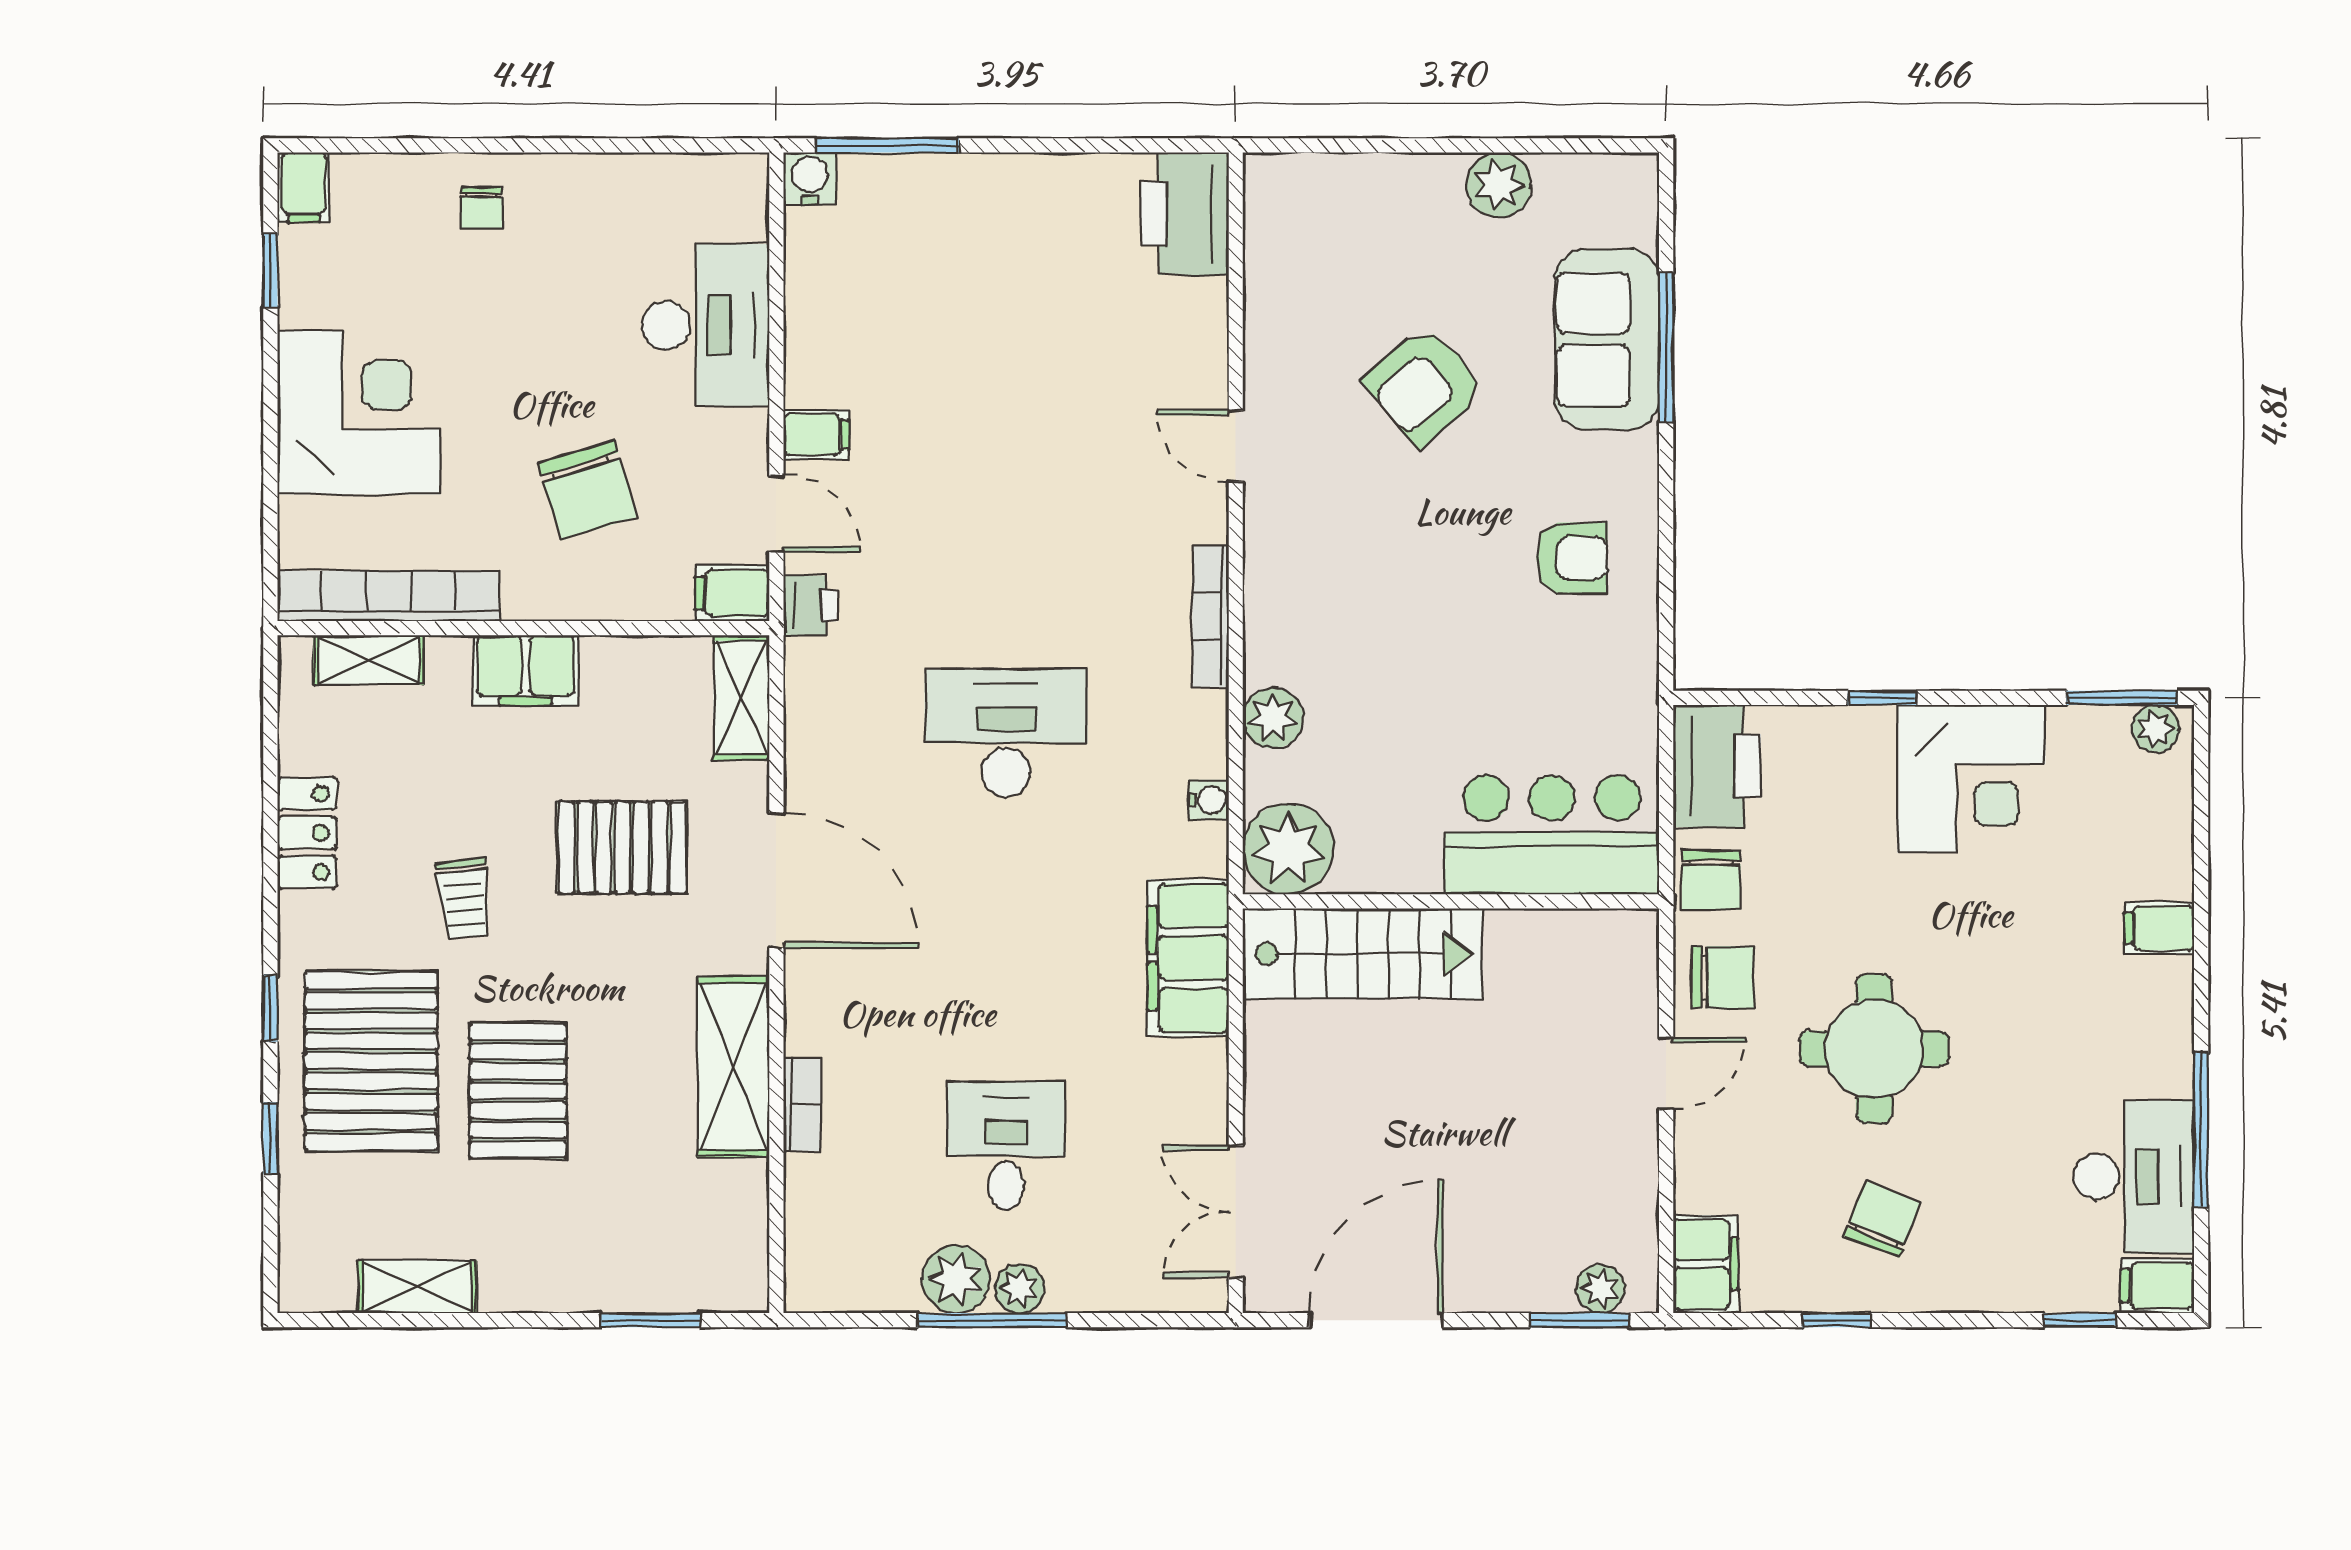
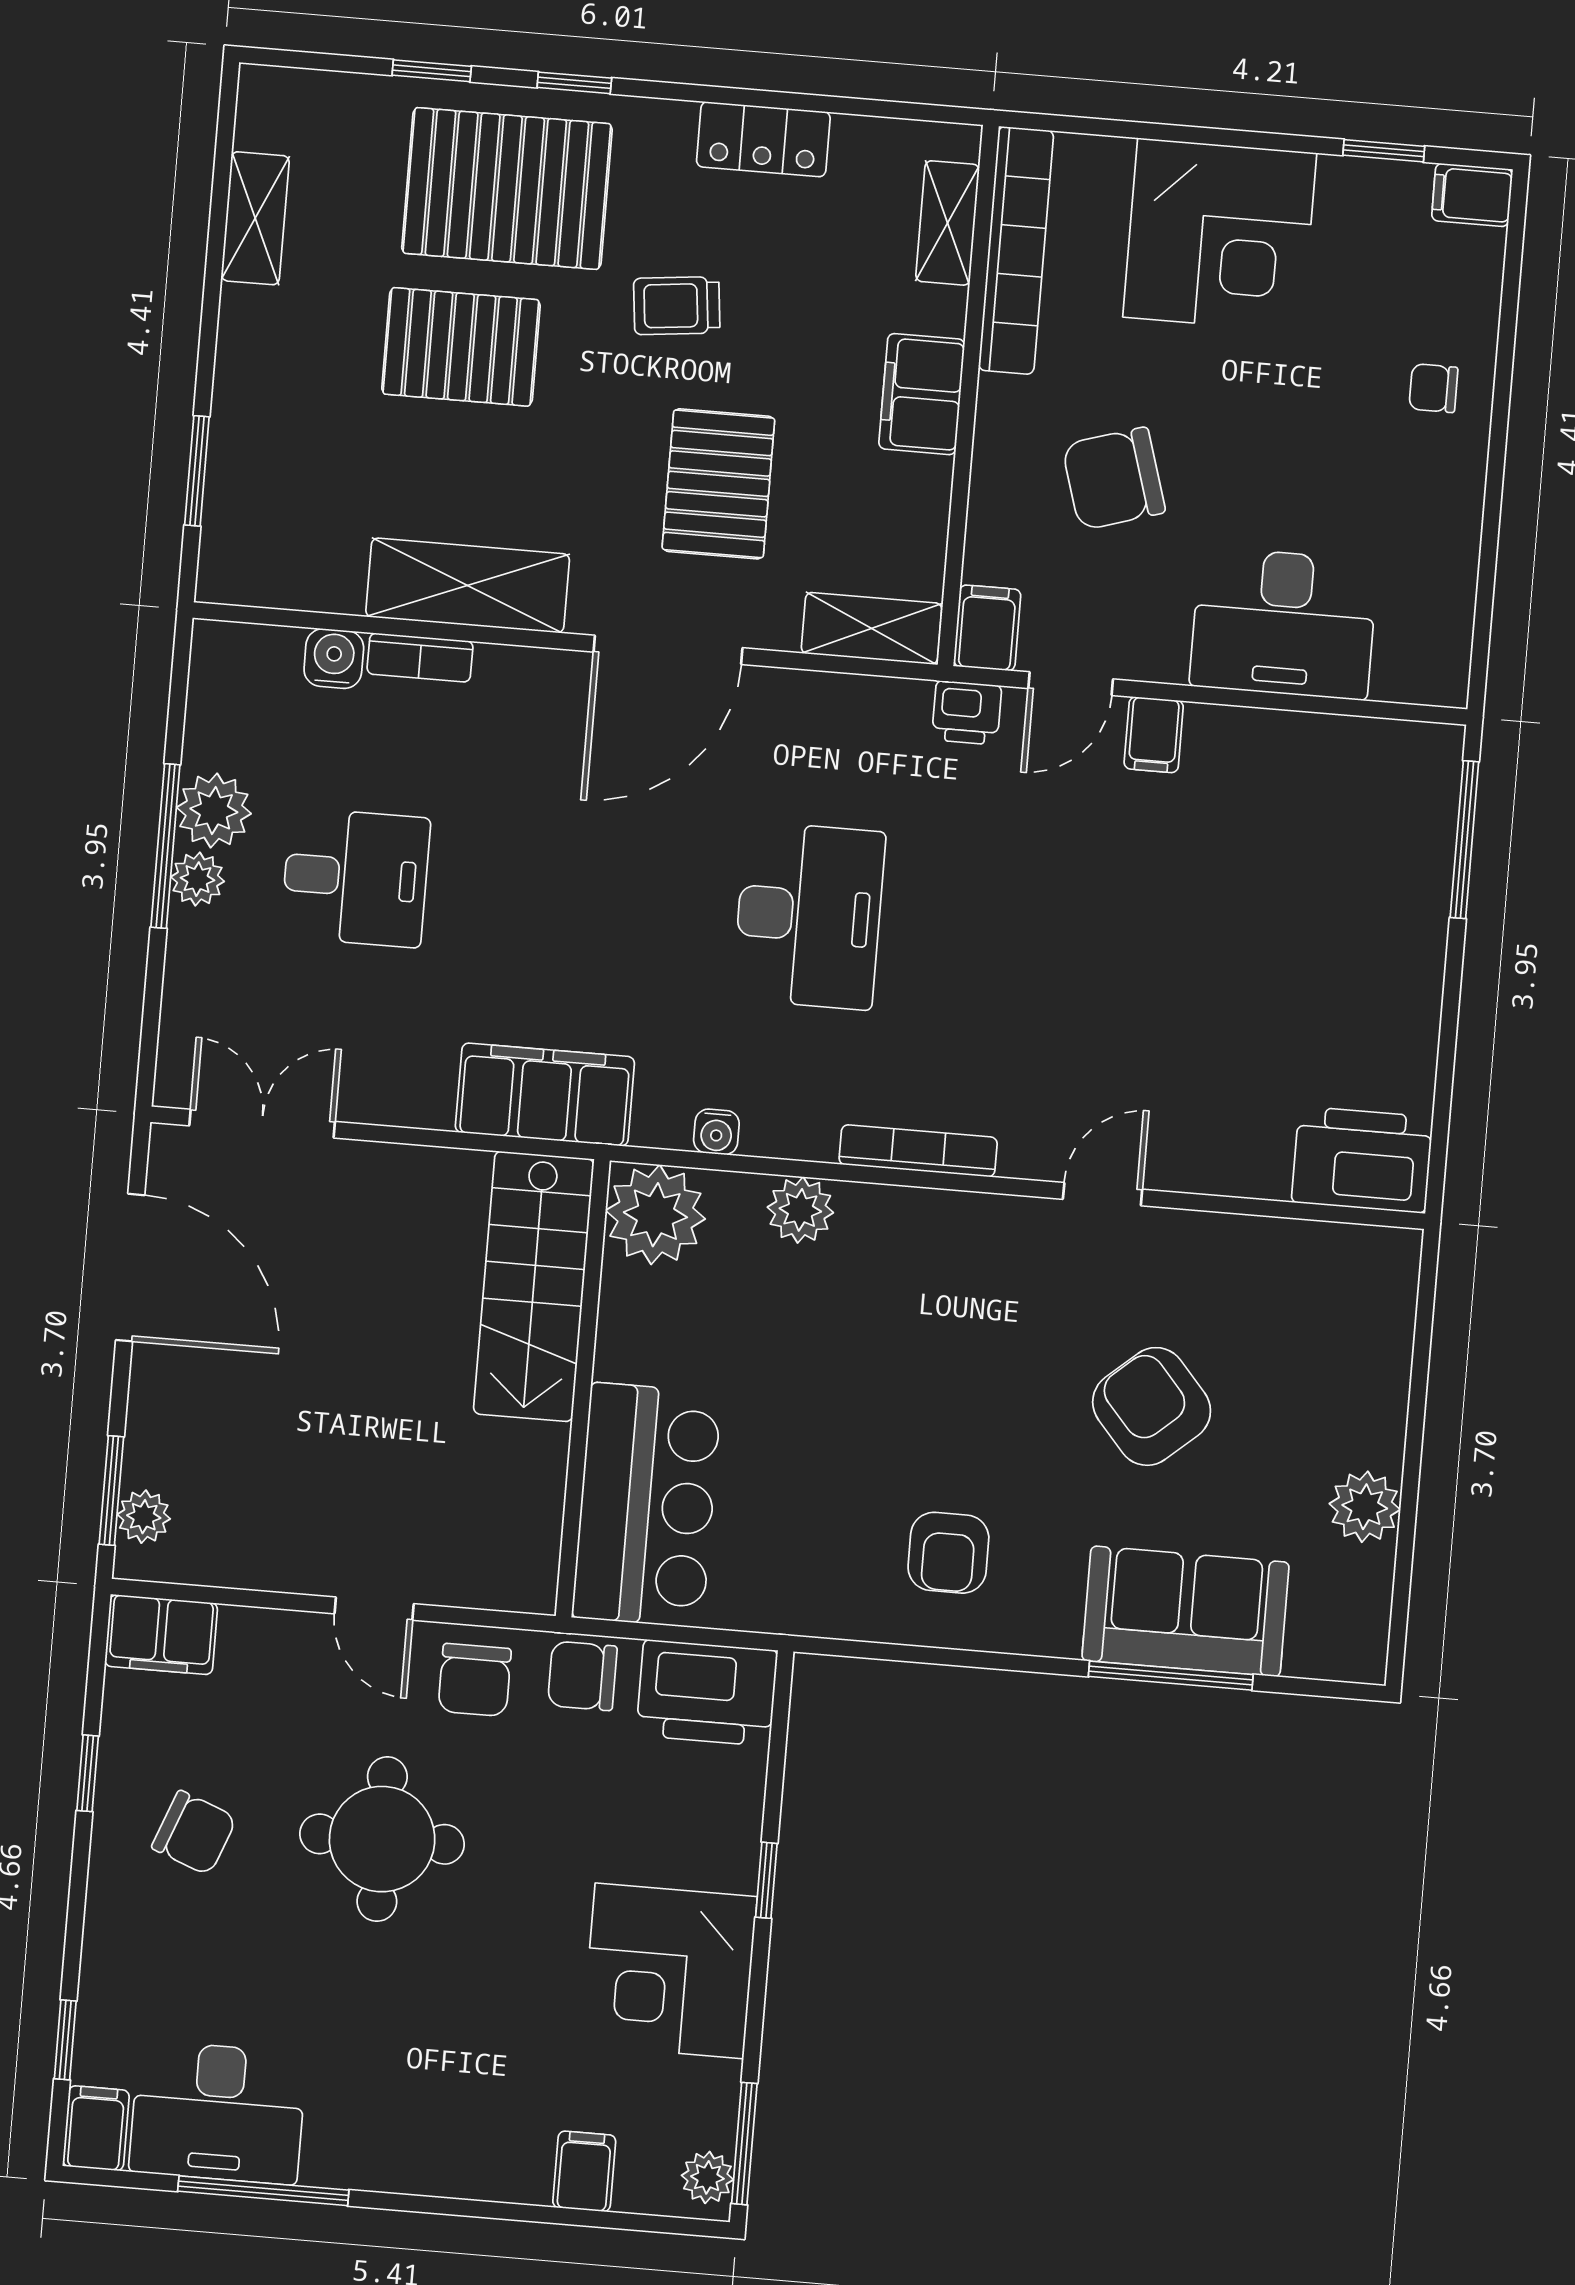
water cooler: (810, 179) -> (334, 659), moved, turned -90
filing cabinet: (2159, 928) -> (584, 2171), moved

